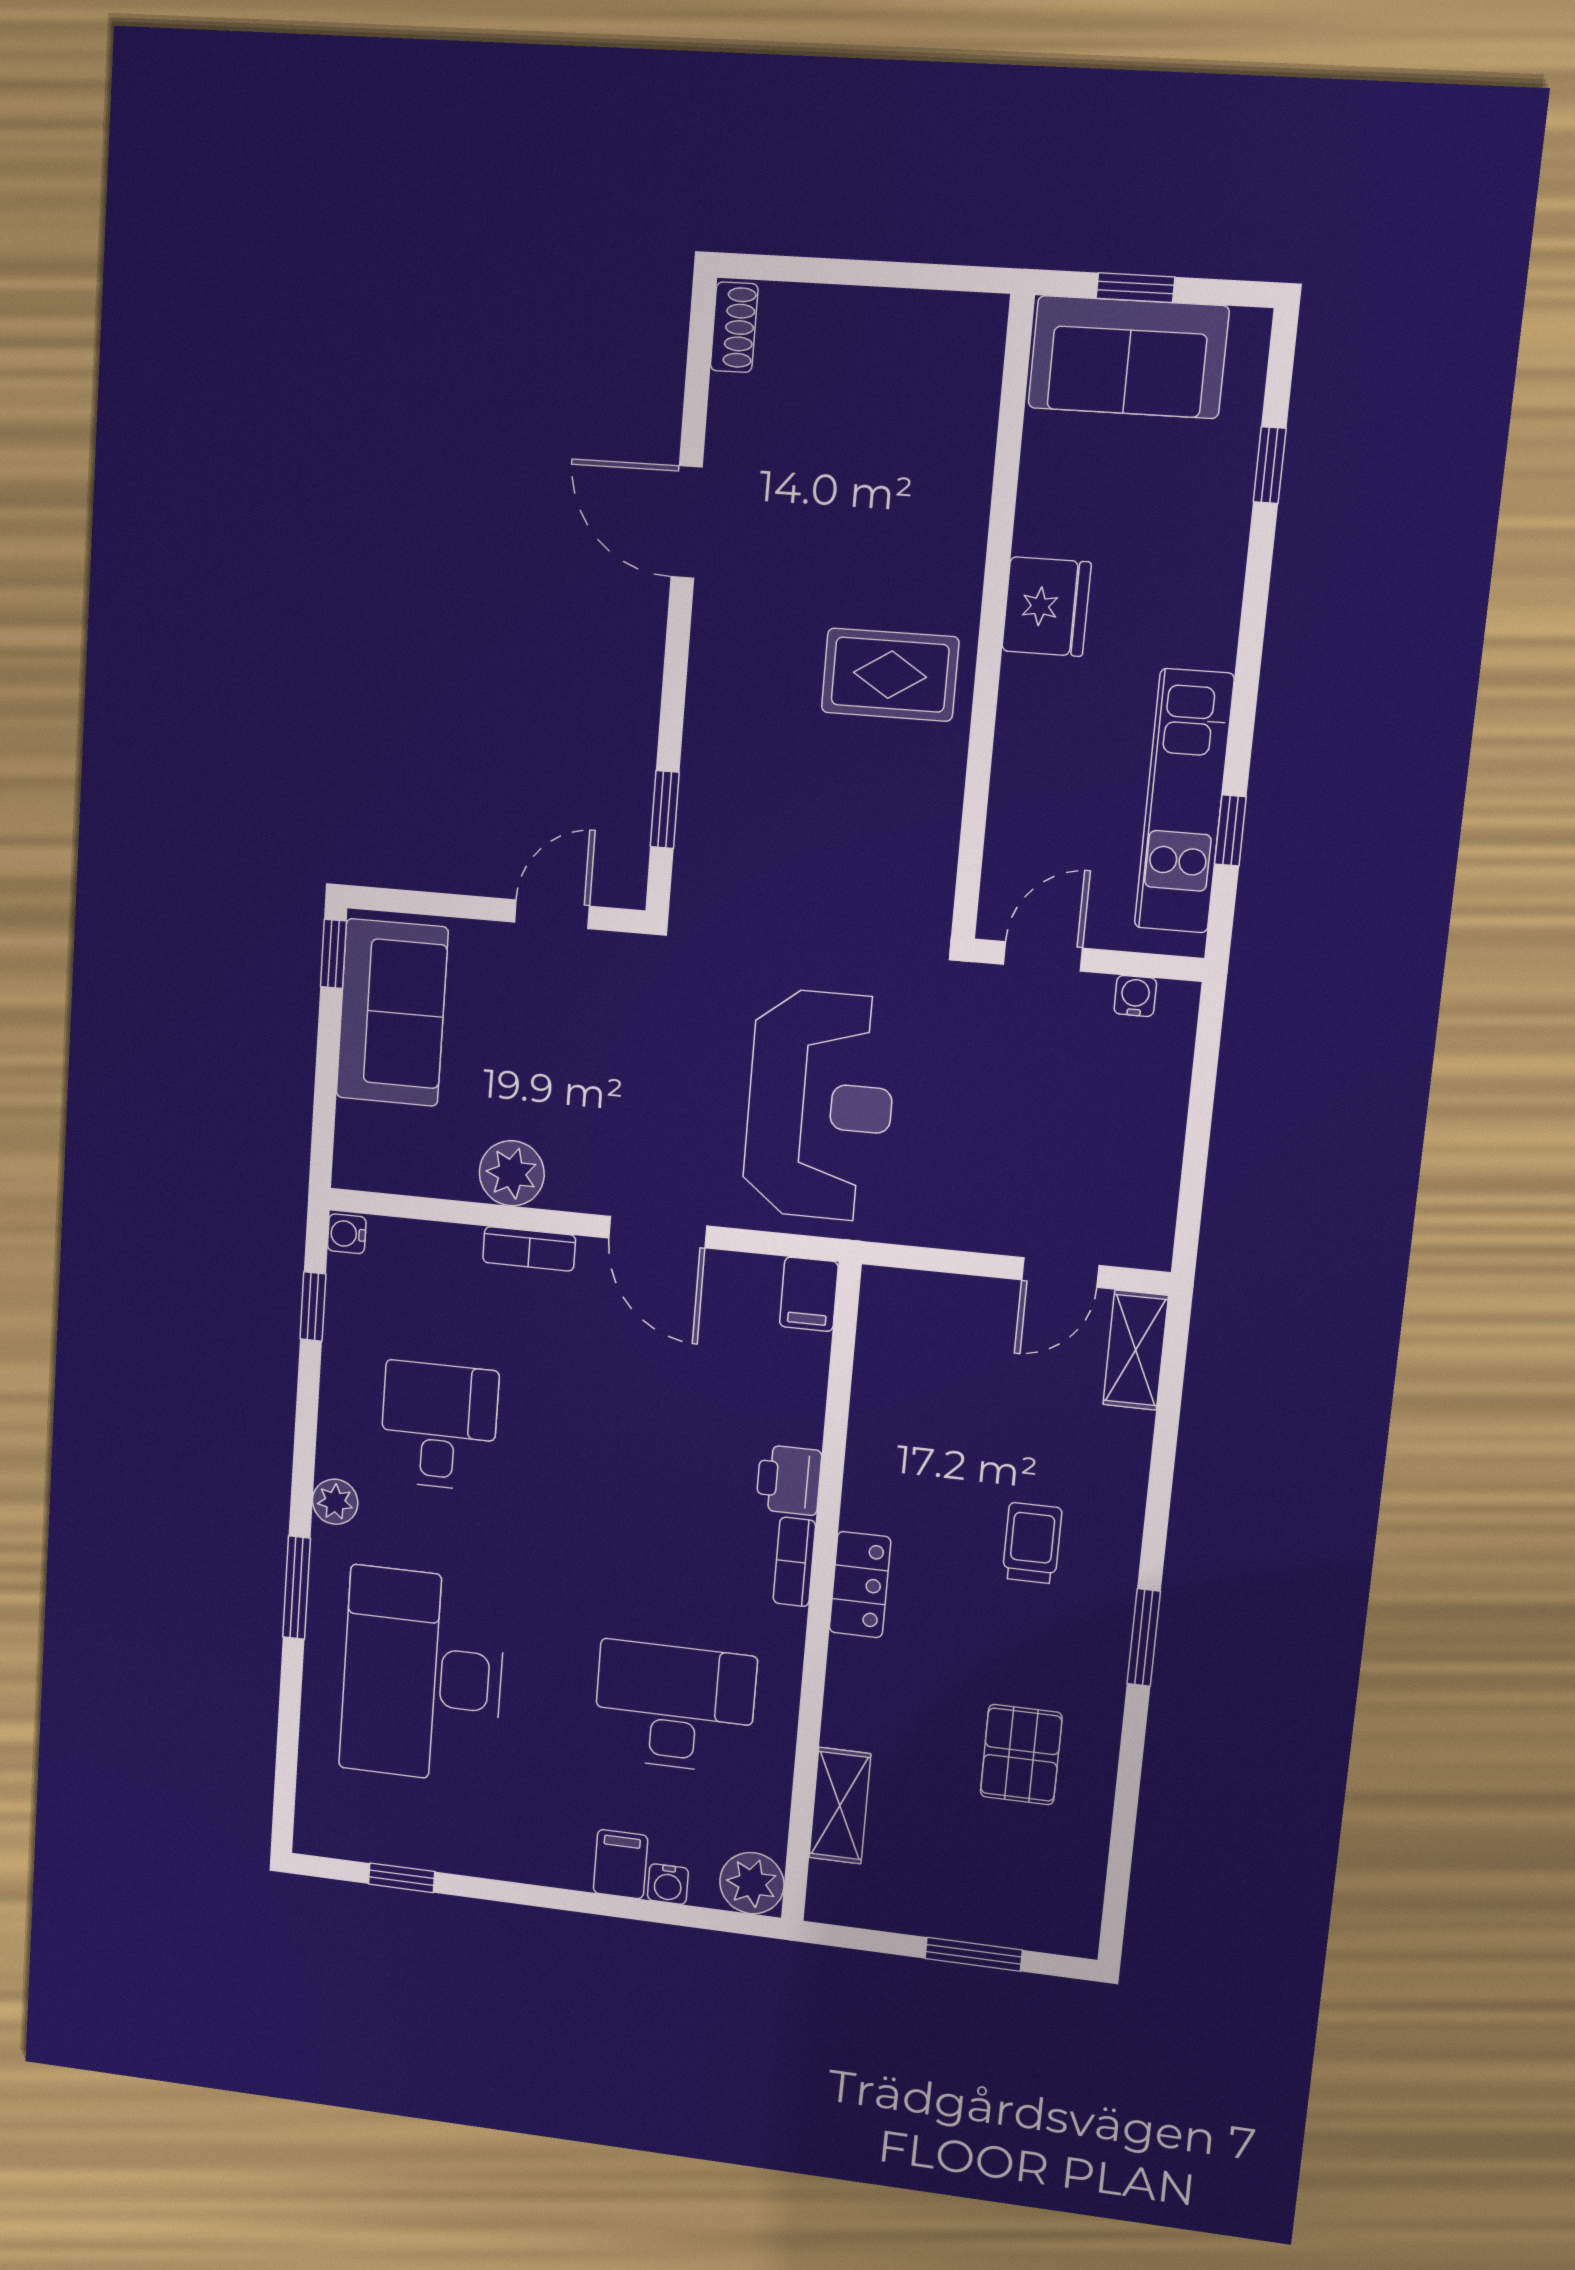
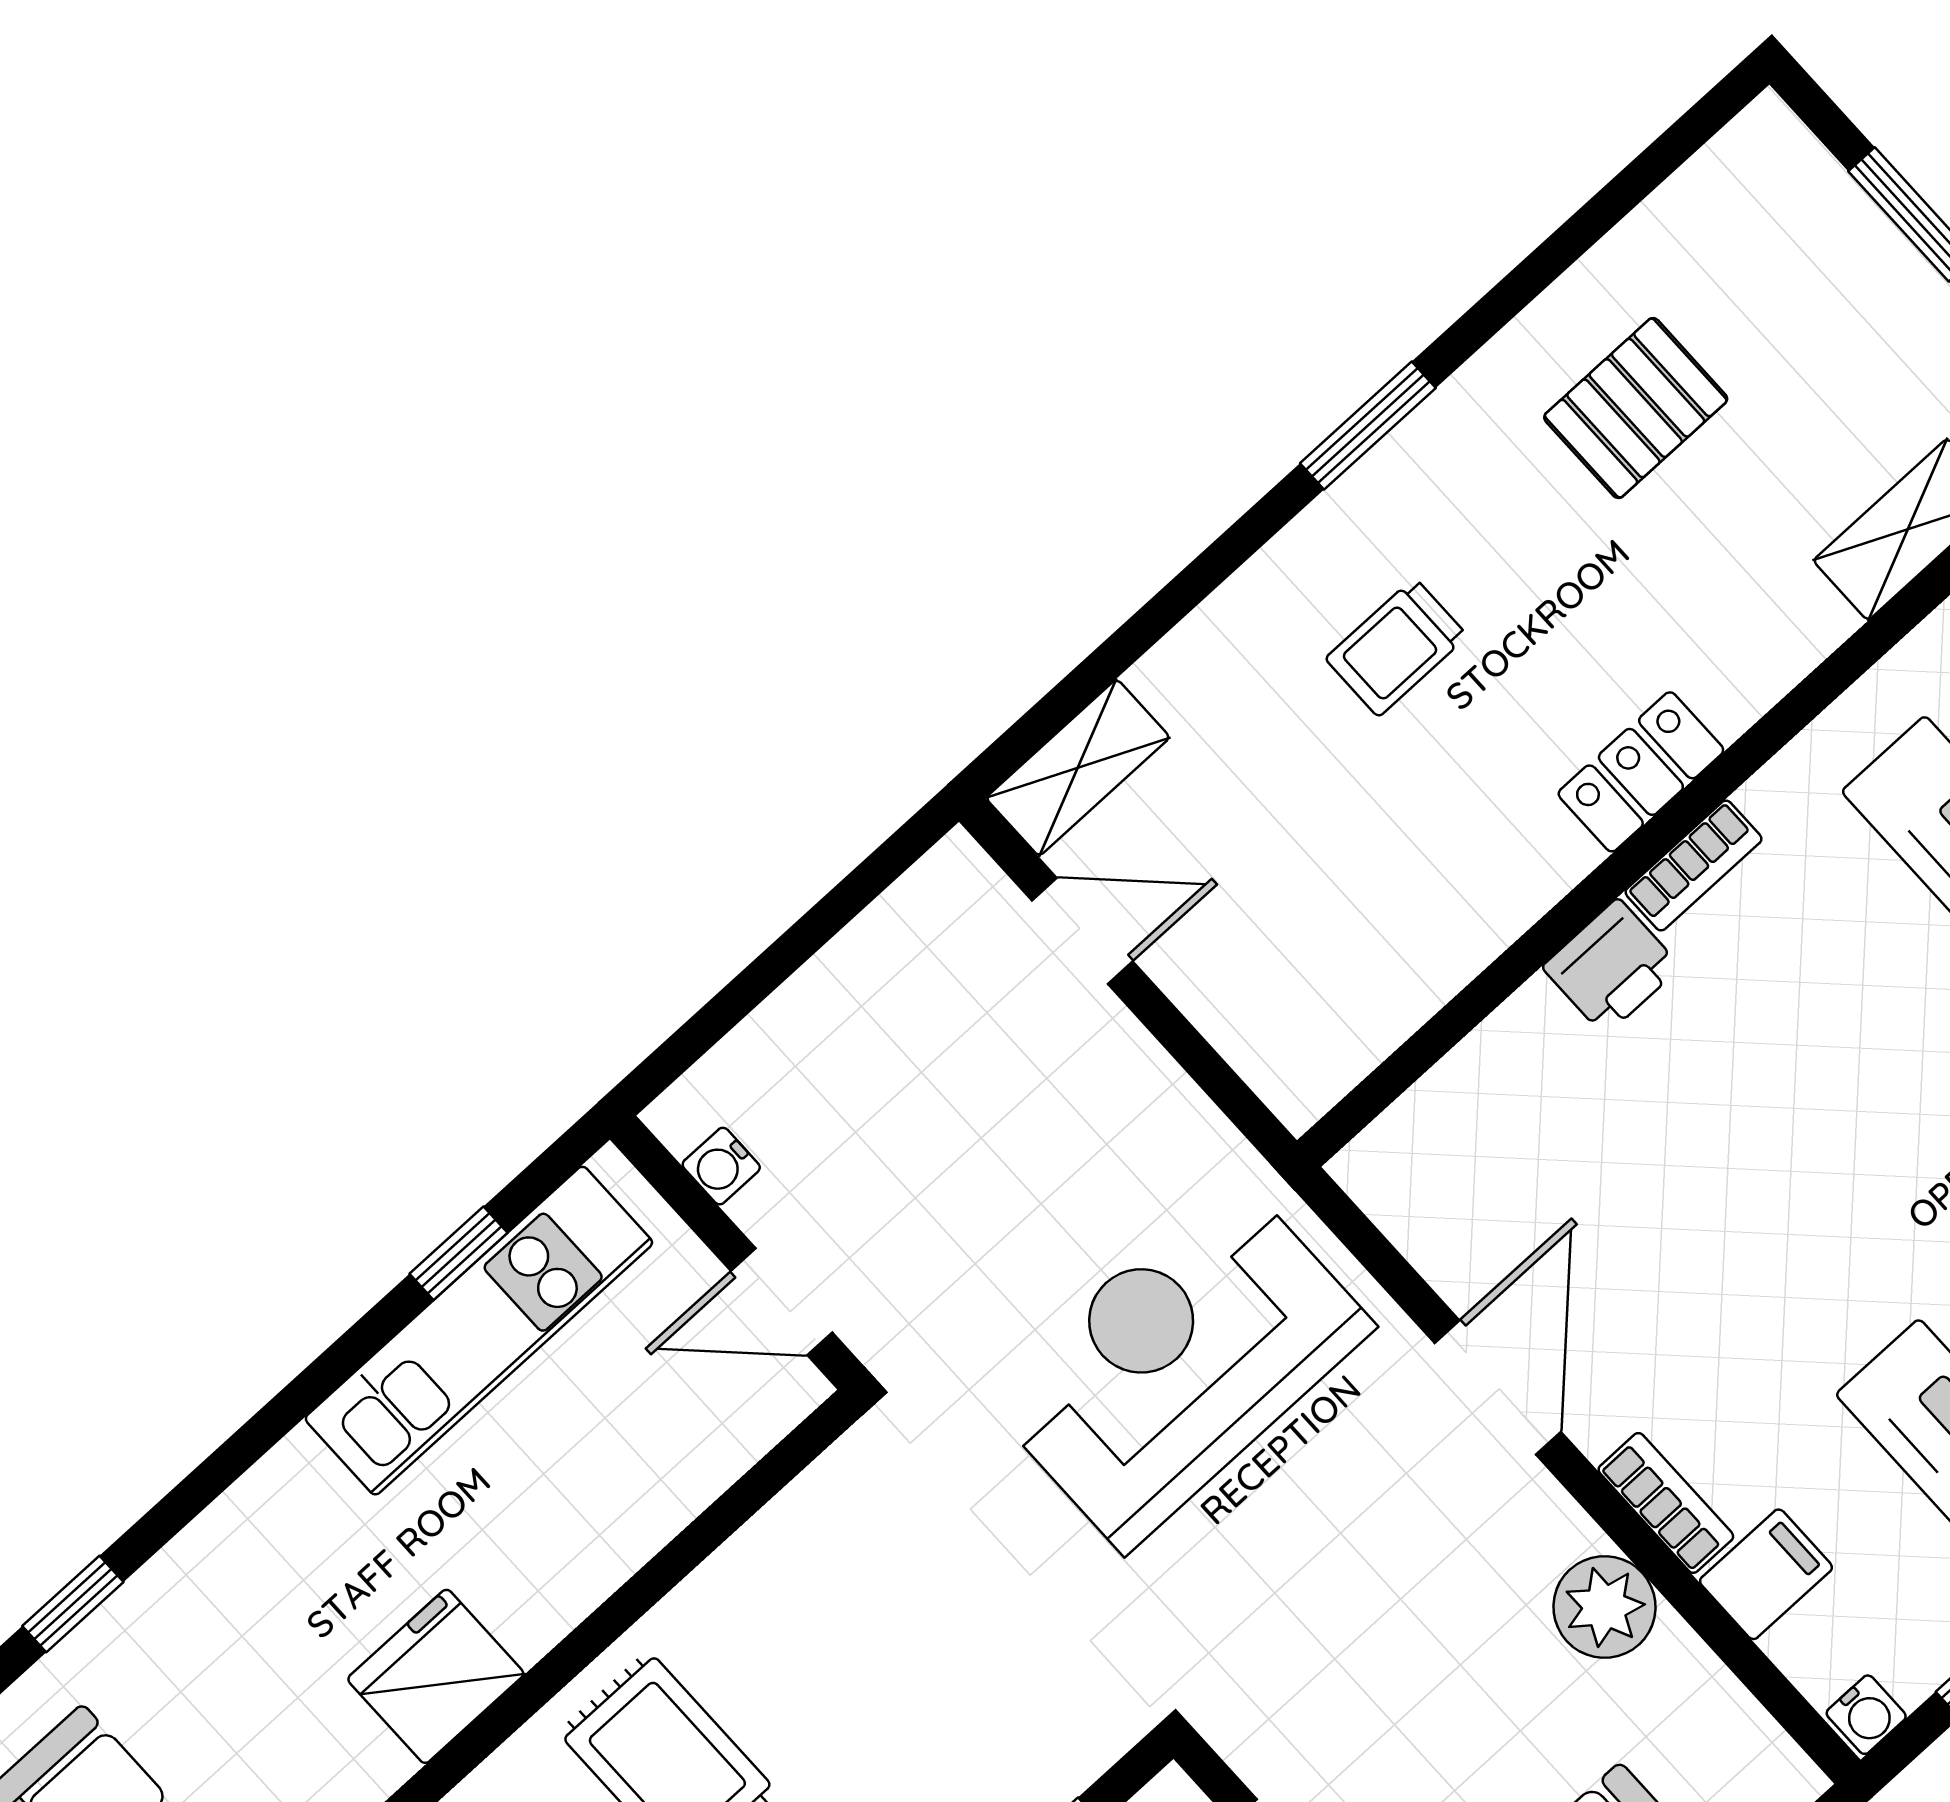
filing cabinet: (809, 1294) -> (1766, 1574), moved

